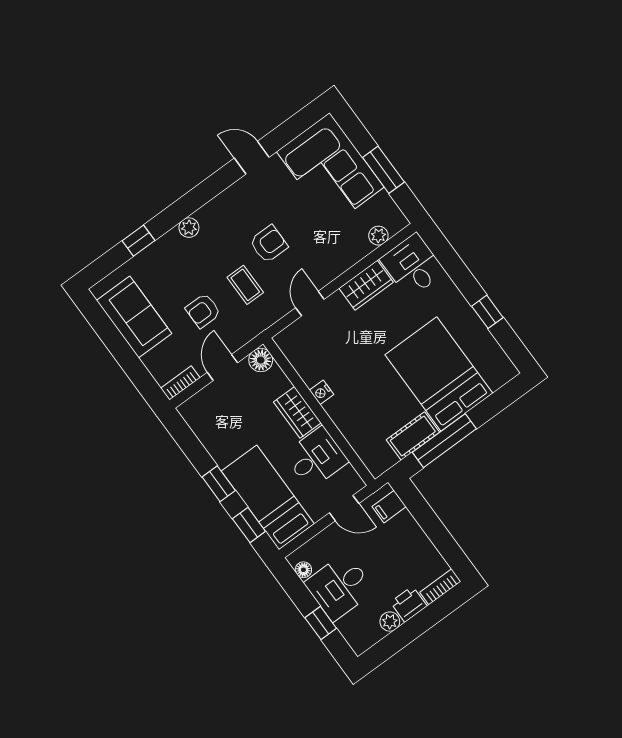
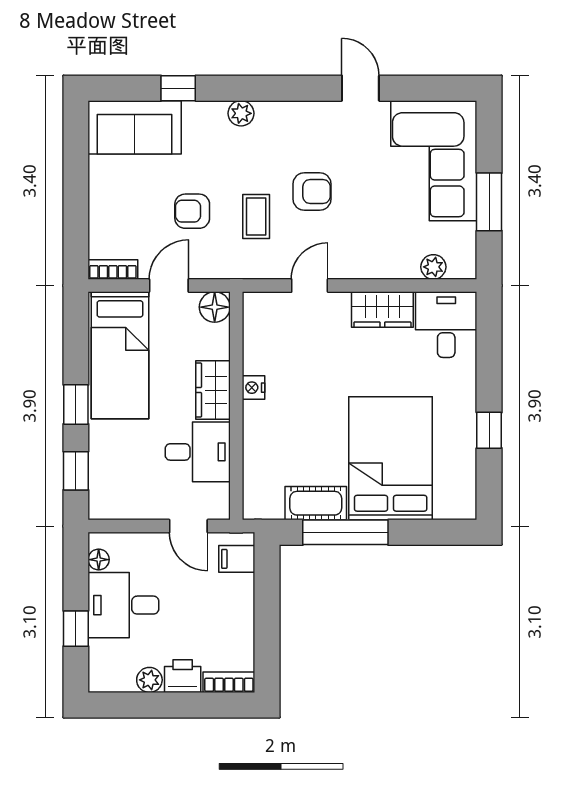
sofa: (134, 317) -> (135, 127), moved, turned 90
bed: (268, 497) -> (120, 355), moved, turned 180

